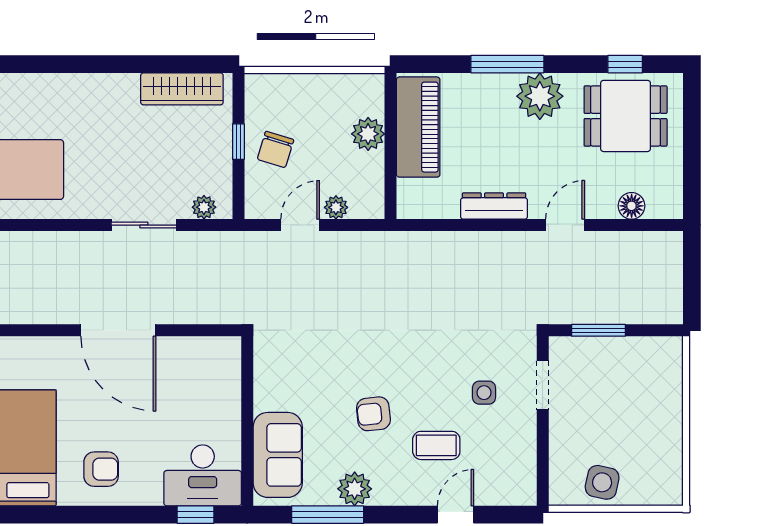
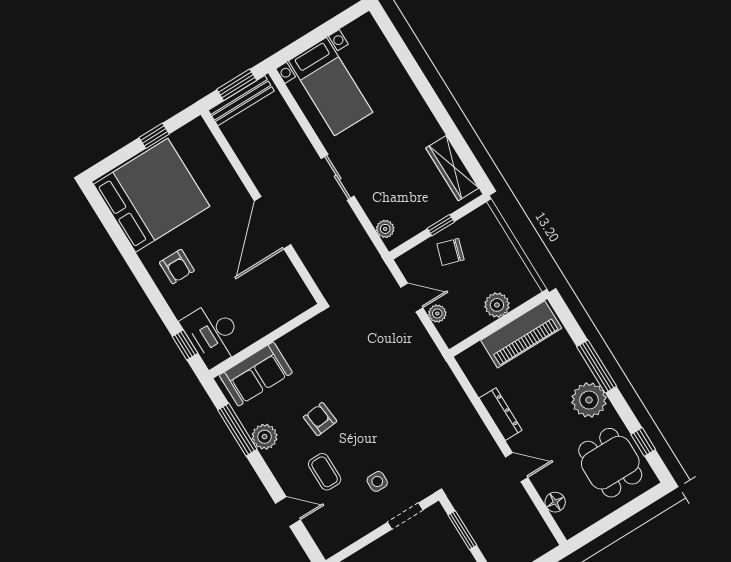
sliding door: (144, 225) -> (338, 177), moved

